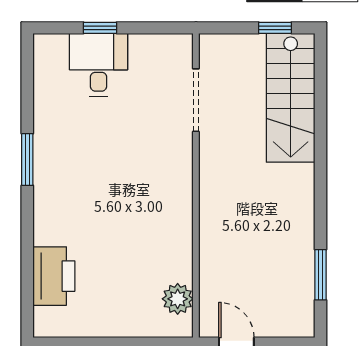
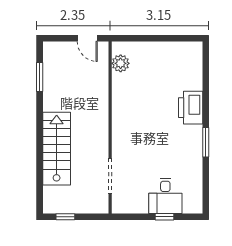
stairs: (291, 98) -> (57, 149), moved
printer: (54, 276) -> (191, 108), moved

